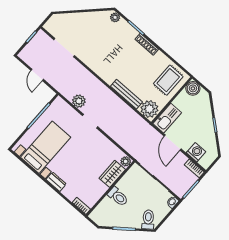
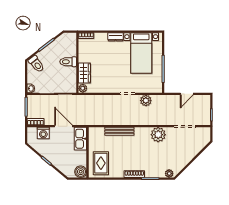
door: (37, 75) -> (187, 94), swing flipped
plant: (149, 109) -> (158, 135), moved

